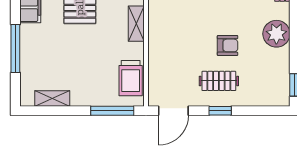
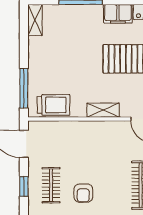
trolley: (131, 78) -> (54, 105), turned 180
shelving: (52, 98) -> (35, 20), moved

